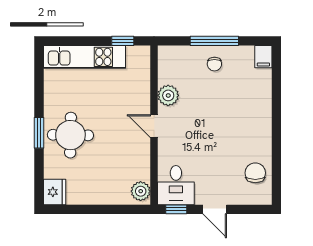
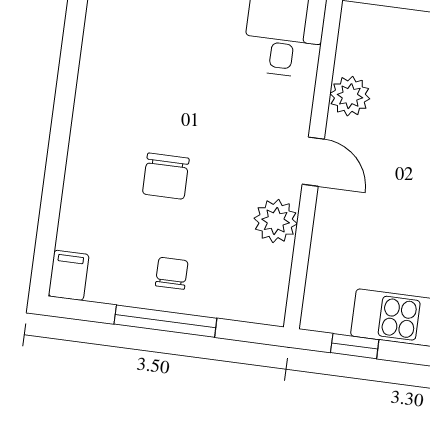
chair: (255, 173) -> (166, 176), moved
plant: (141, 191) -> (350, 96), moved

